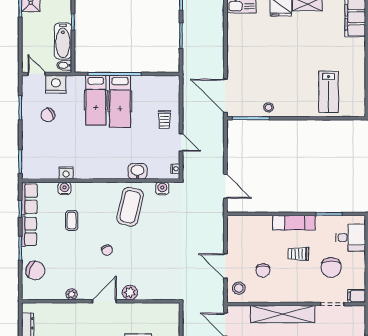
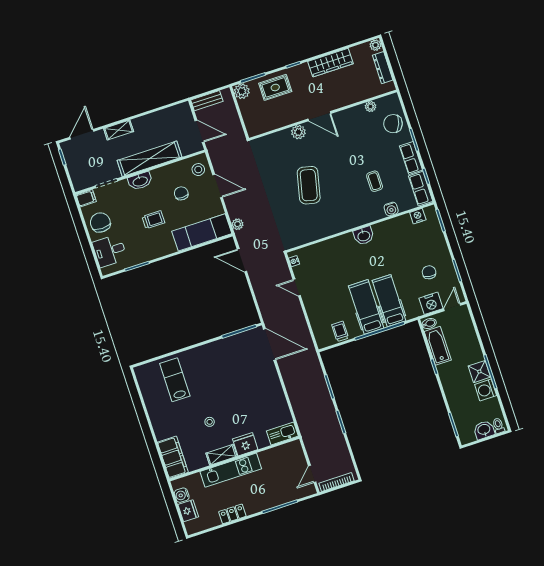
door: (37, 74) -> (452, 307), swing flipped
stool: (269, 107) -> (210, 422), moved
chair: (48, 115) -> (429, 272), turned -52
trolley: (164, 120) -> (340, 331), moved
washbasin: (138, 171) -> (364, 236), moved
nightstand: (66, 173) -> (418, 216), moved
water cooler: (162, 189) -> (300, 239), removed
coffee table: (130, 207) -> (309, 185), moved
plant: (218, 223) -> (238, 224), added
exam couch: (294, 223) -> (202, 232), moved, width x1.36, depth x1.45
chair: (107, 250) -> (333, 164), removed
chair: (331, 267) -> (100, 222), moved
plant: (72, 294) -> (371, 107), moved
washbasin: (299, 296) -> (140, 181), added
door: (104, 301) -> (319, 116), hinge flipped

